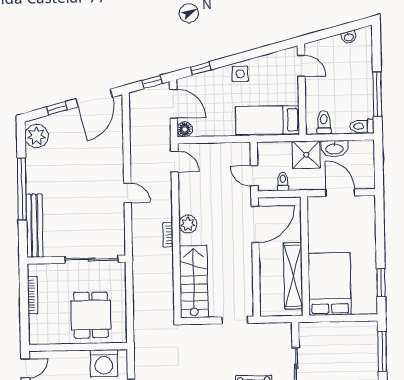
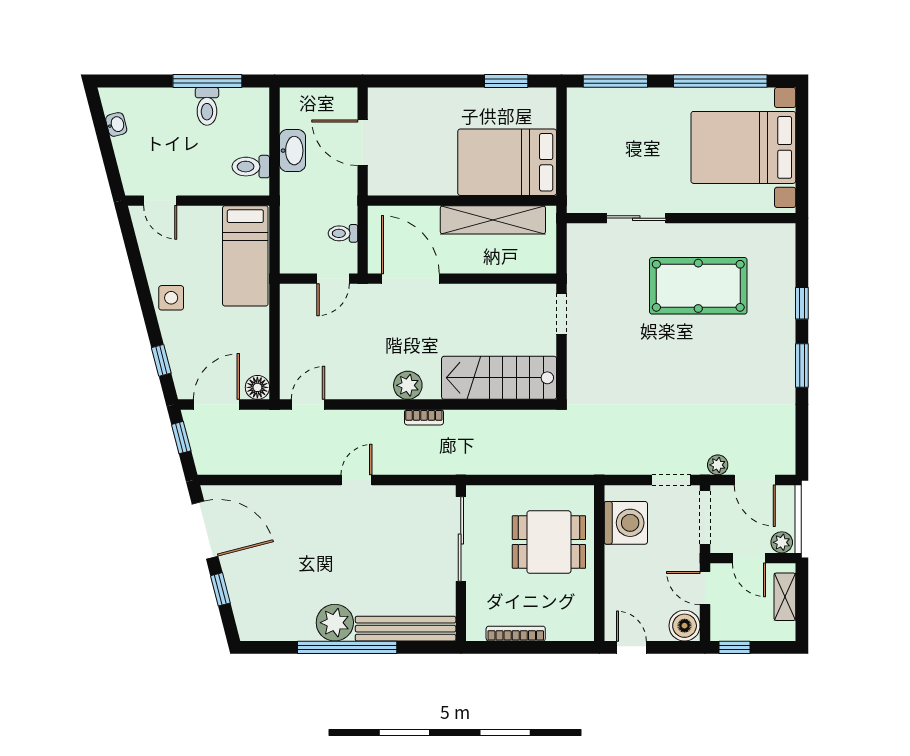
door: (301, 66) -> (160, 201), swing flipped
toilet: (362, 126) -> (207, 106), moved
plant: (36, 136) -> (335, 623), moved
shower: (306, 155) -> (301, 196), removed
door: (340, 193) -> (363, 143), hinge flipped

